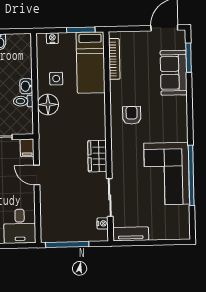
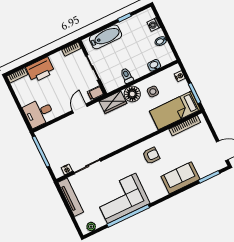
sofa: (174, 73) -> (180, 178), moved
washbasin: (26, 86) -> (154, 65), moved
wardrobe: (97, 156) -> (113, 102), moved, turned 180
plant: (184, 225) -> (91, 227), added
tv unit: (131, 234) -> (71, 197), width x1.41

